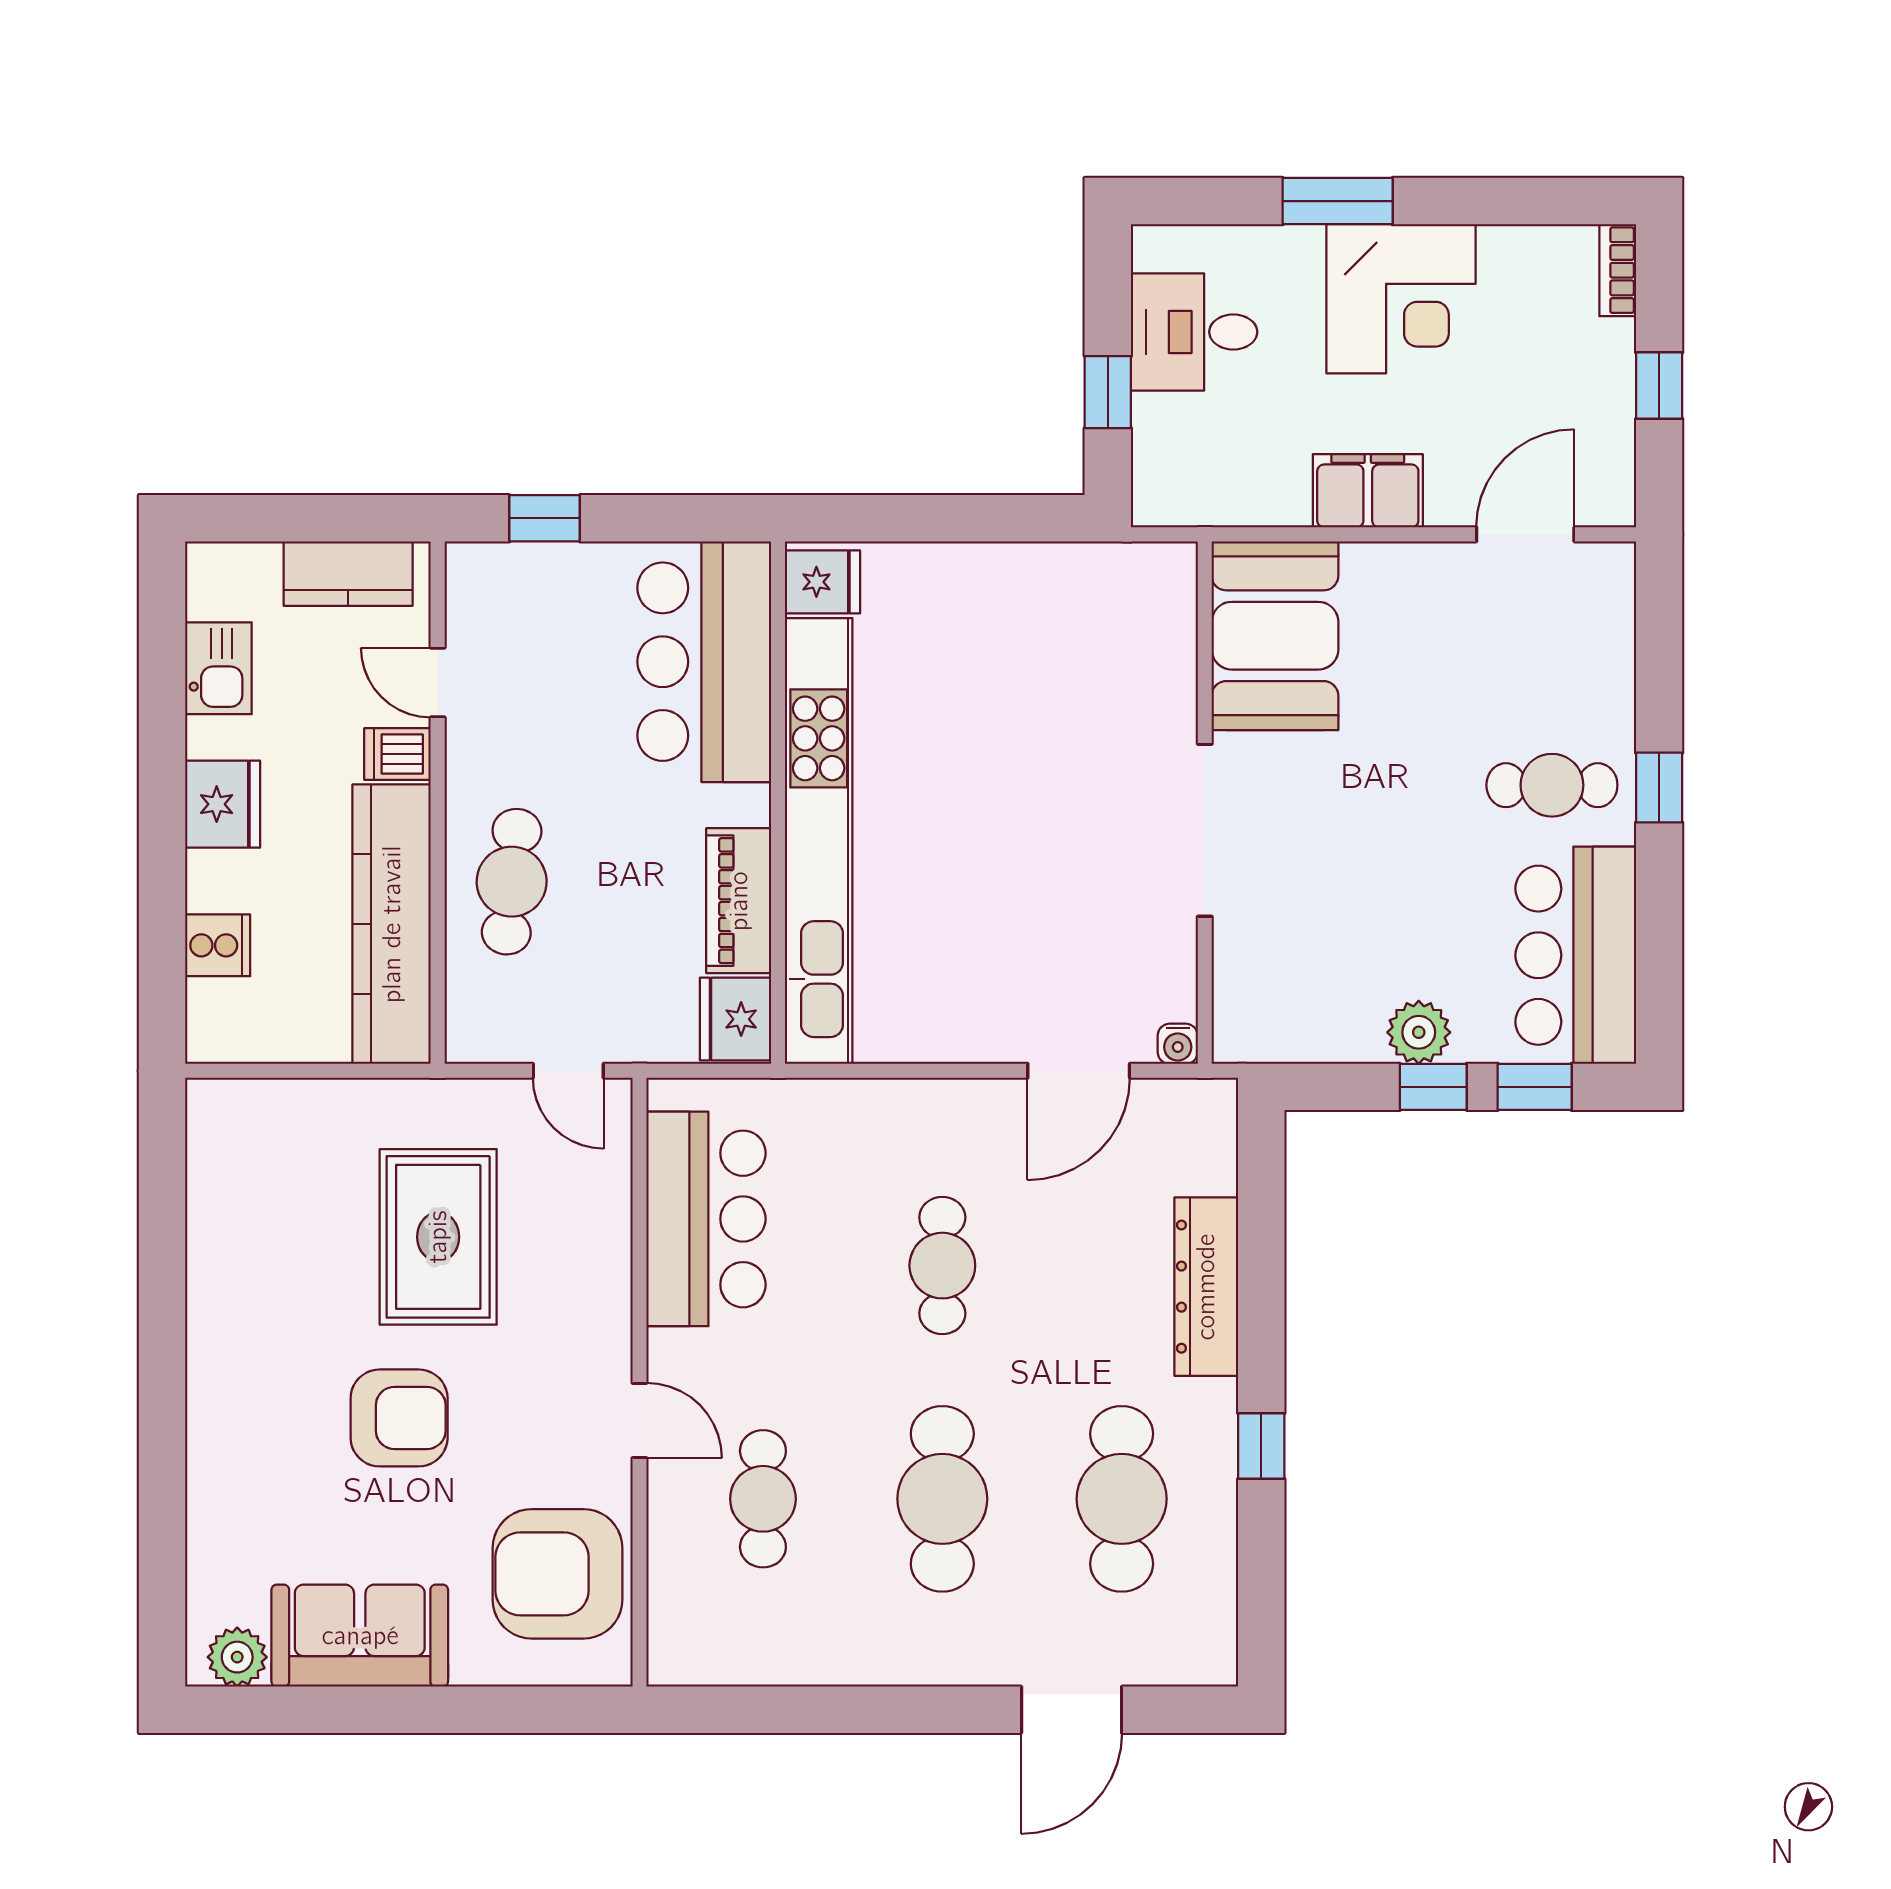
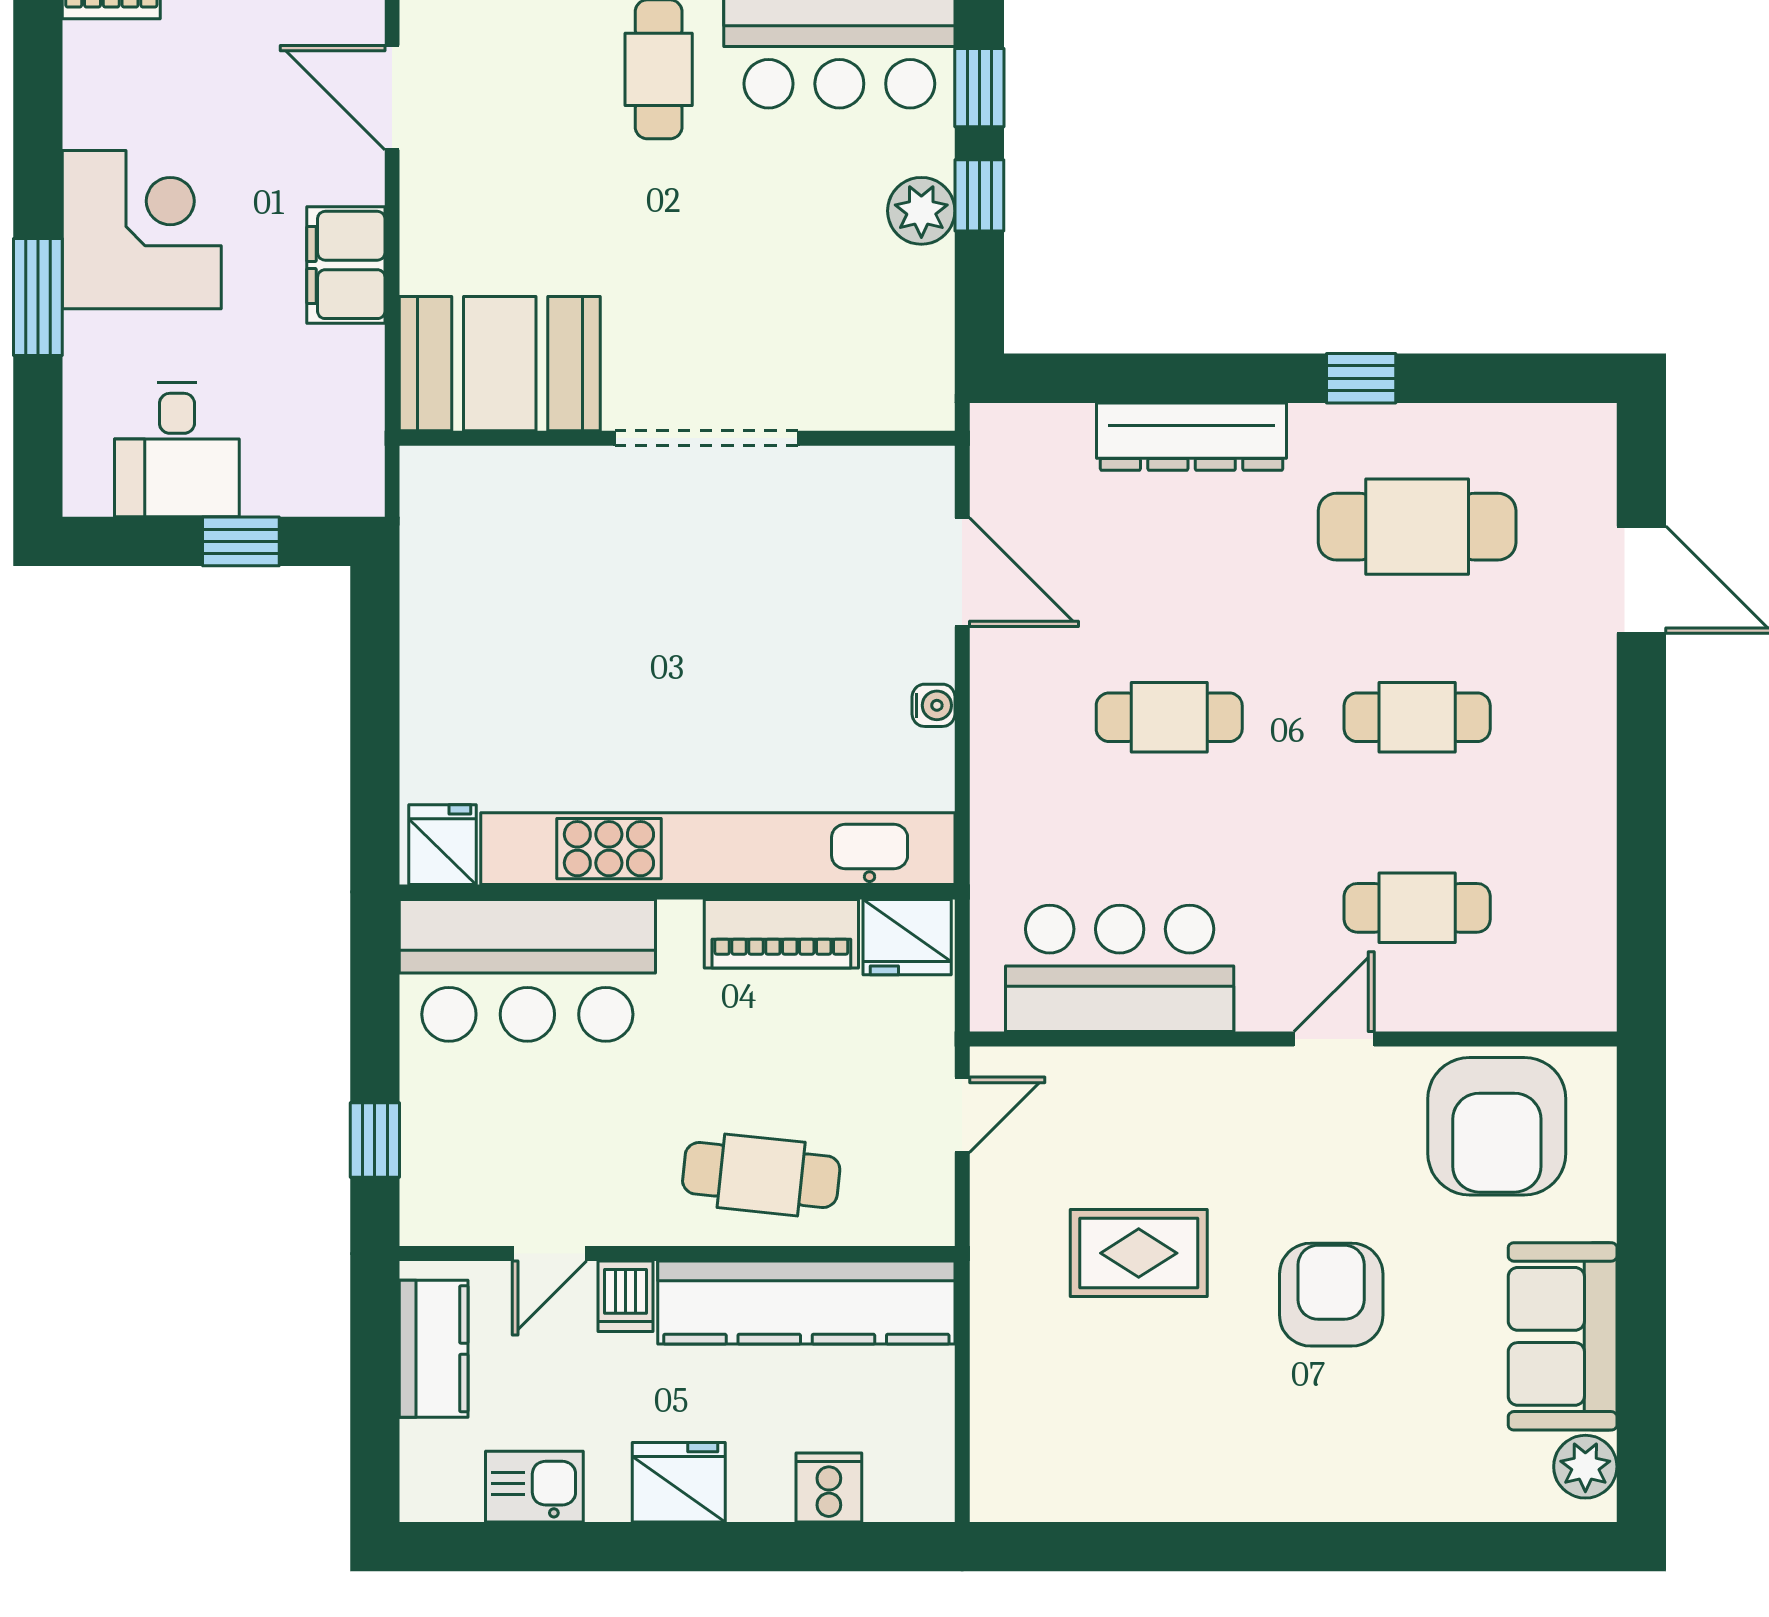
water cooler: (1178, 1044) -> (934, 705), moved
rug: (438, 1237) -> (1139, 1253), width x0.73, depth x0.70
cafe table: (942, 1499) -> (1417, 717), width x0.73, depth x0.74

